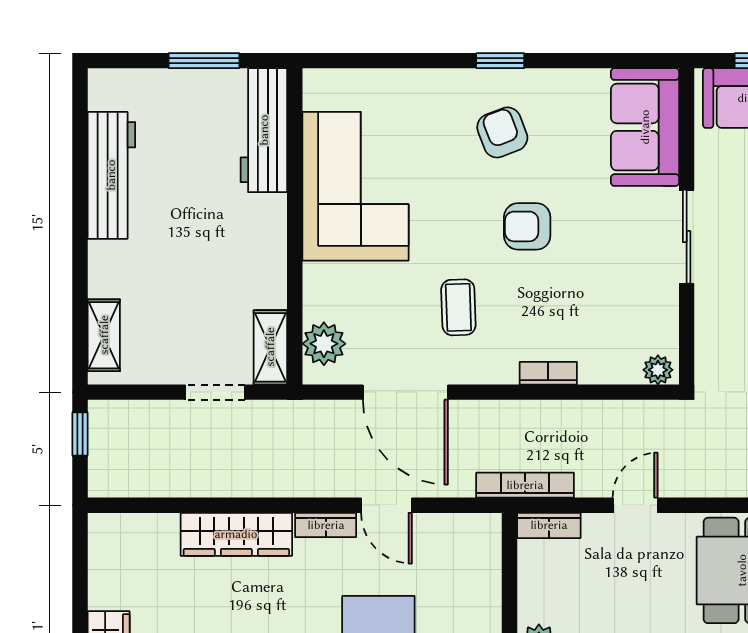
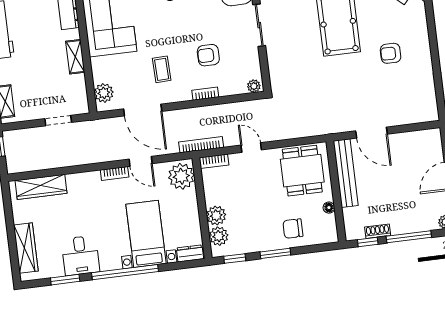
armchair: (527, 226) -> (208, 55), moved
shelving: (270, 347) -> (75, 57), moved
door: (635, 505) -> (251, 148), hinge flipped
wardrobe: (236, 534) -> (41, 187), moved
plant: (473, 550) -> (181, 176), added

